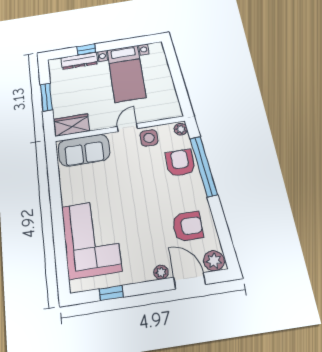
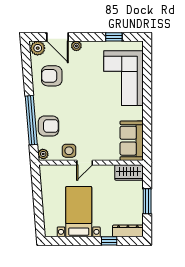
dresser: (79, 61) -> (128, 231), moved
sofa: (84, 150) -> (132, 141), moved, turned -90
armchair: (180, 163) -> (48, 126), turned -90

